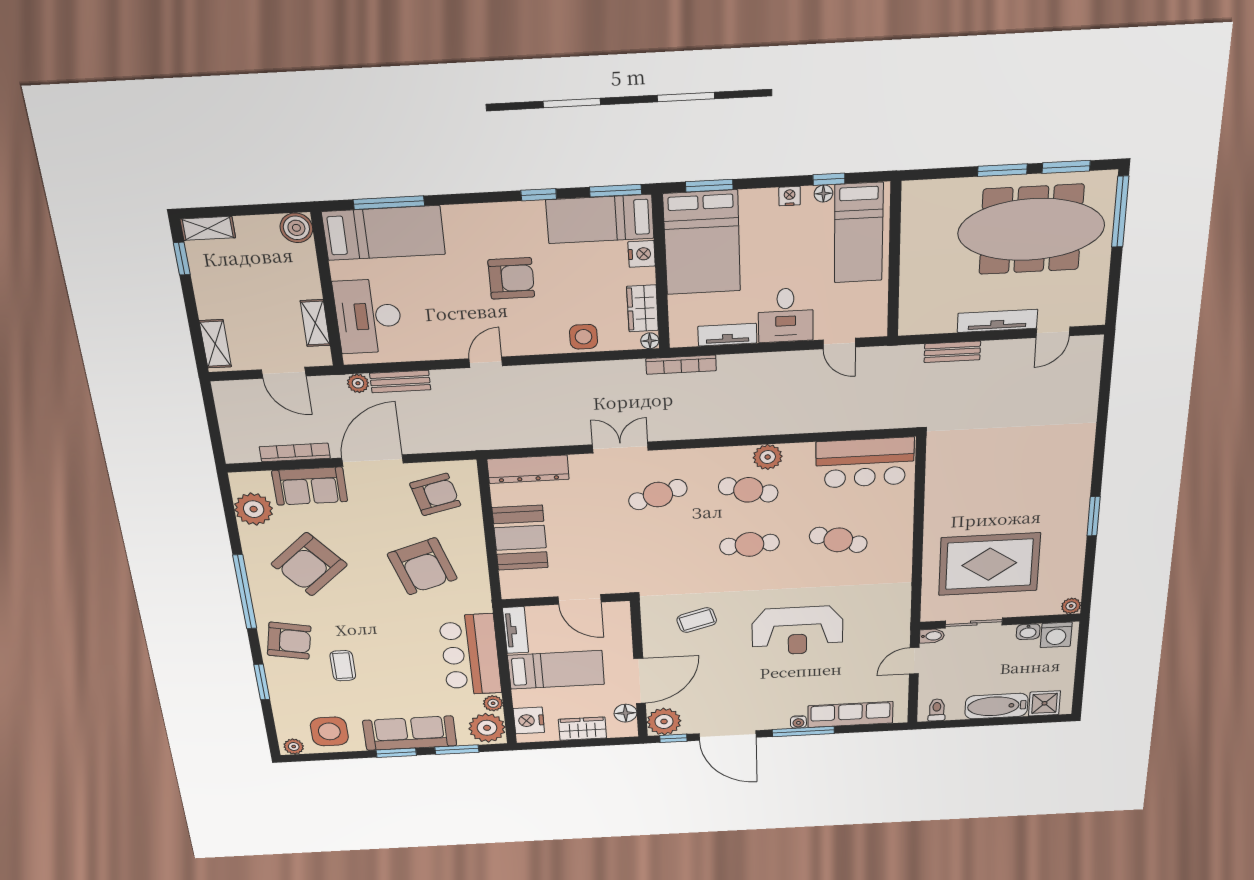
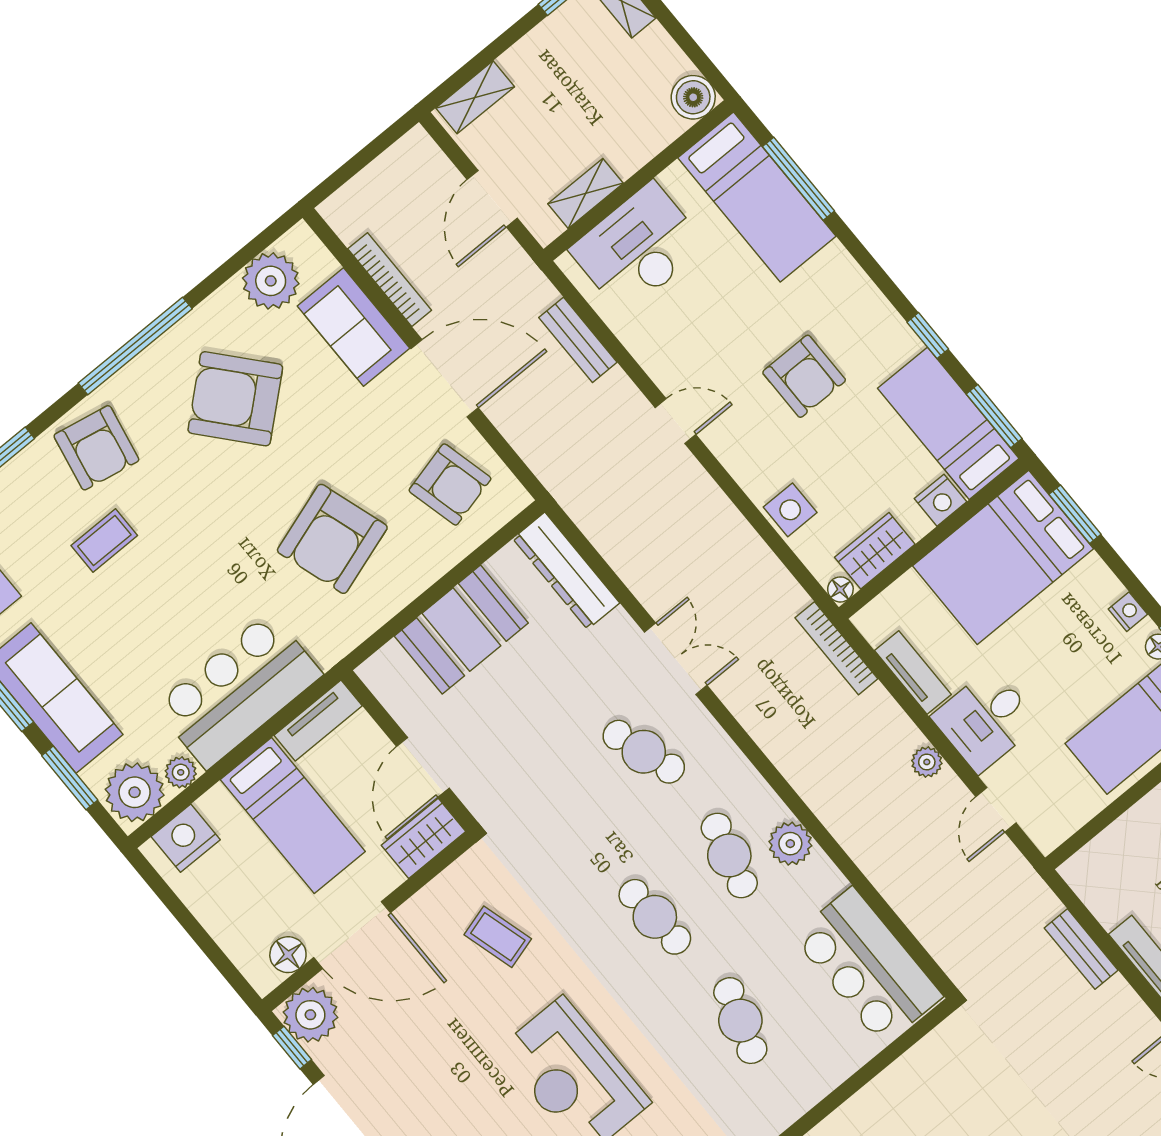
plant: (358, 383) -> (927, 762), moved
wardrobe: (582, 729) -> (424, 838), moved, turned -90

